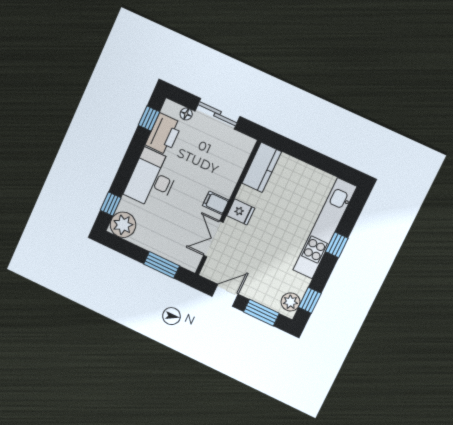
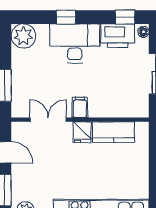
floor lamp: (186, 114) -> (143, 32), moved
kitchen counter: (262, 167) -> (113, 132), moved
window: (111, 204) -> (66, 17), moved

